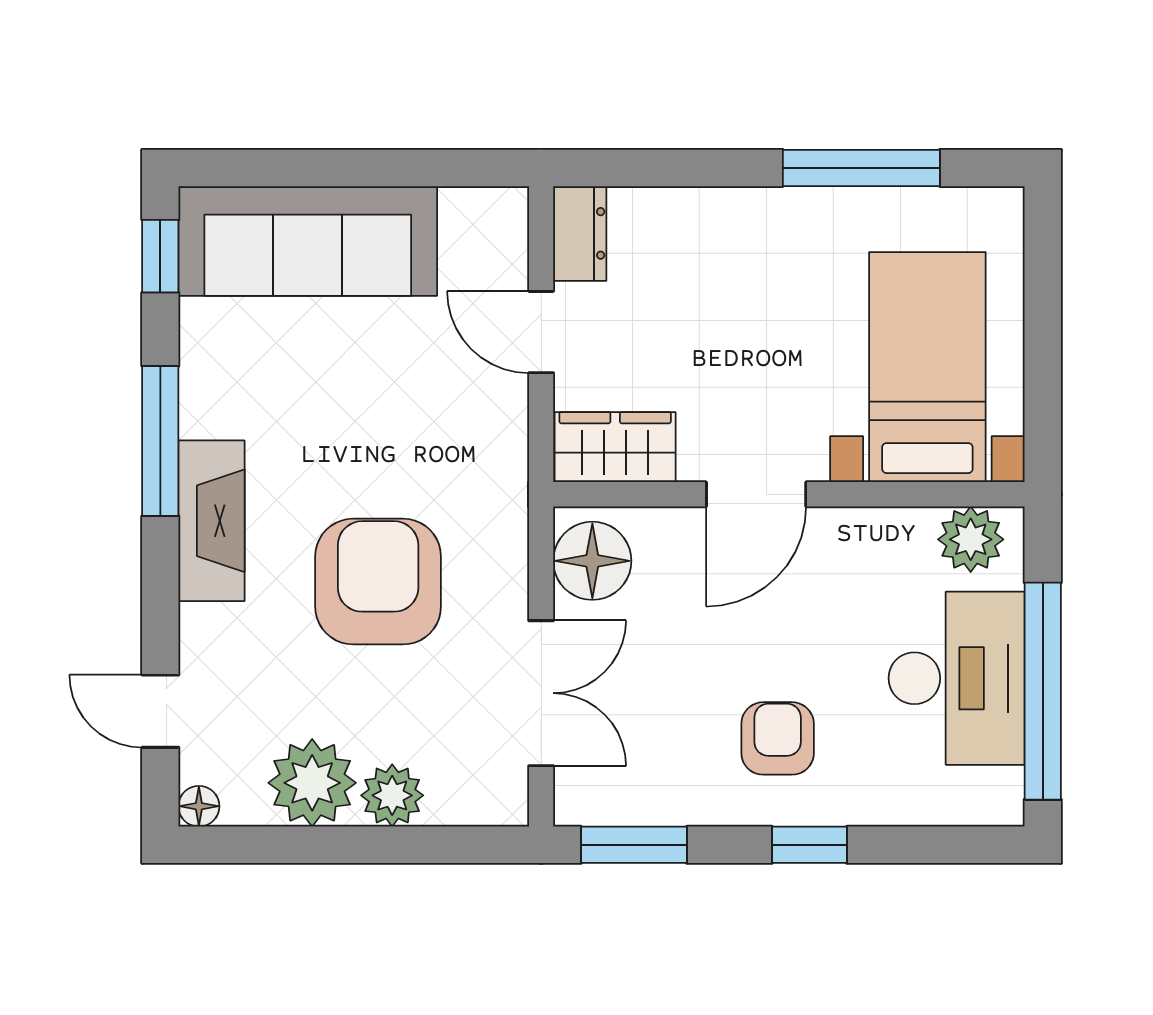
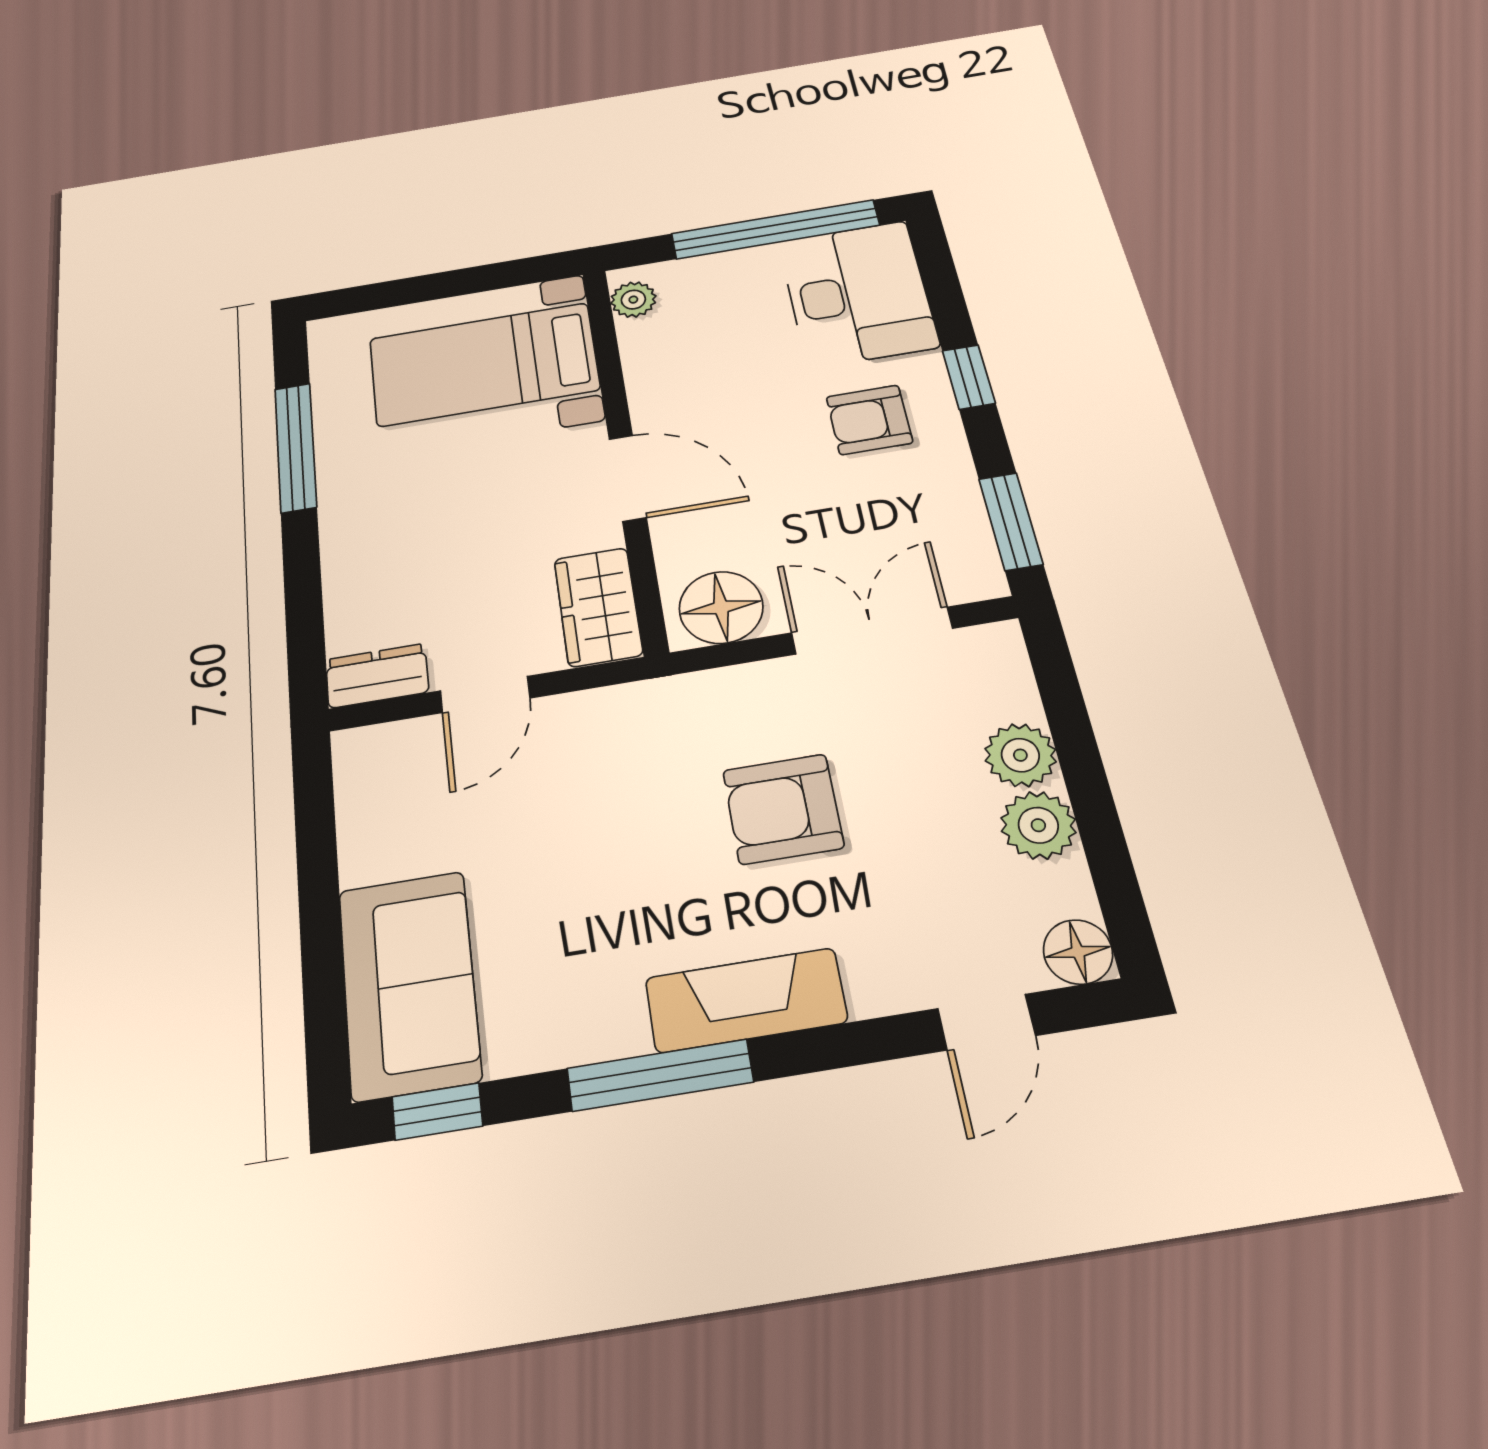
sofa: (308, 241) -> (409, 984), width x0.73
plant: (971, 539) -> (633, 300), width x0.73, depth x0.73
armchair: (378, 582) -> (783, 809), width x0.73, depth x0.73
desk: (957, 678) -> (858, 294), moved, turned 90
plant: (312, 783) -> (1038, 825), width x0.73, depth x0.73
floor lamp: (199, 806) -> (1078, 952), width x1.37, depth x1.37

